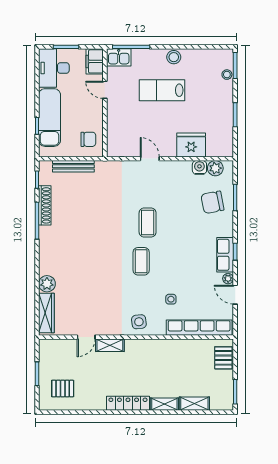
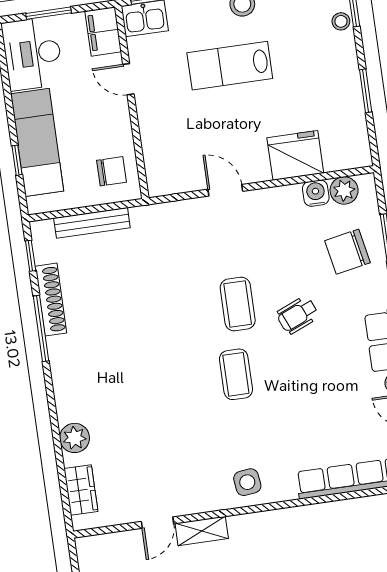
wheelchair: (180, 233) -> (298, 315), added
side table: (171, 299) -> (298, 434), removed
wardrobe: (46, 313) -> (81, 490), width x0.67

